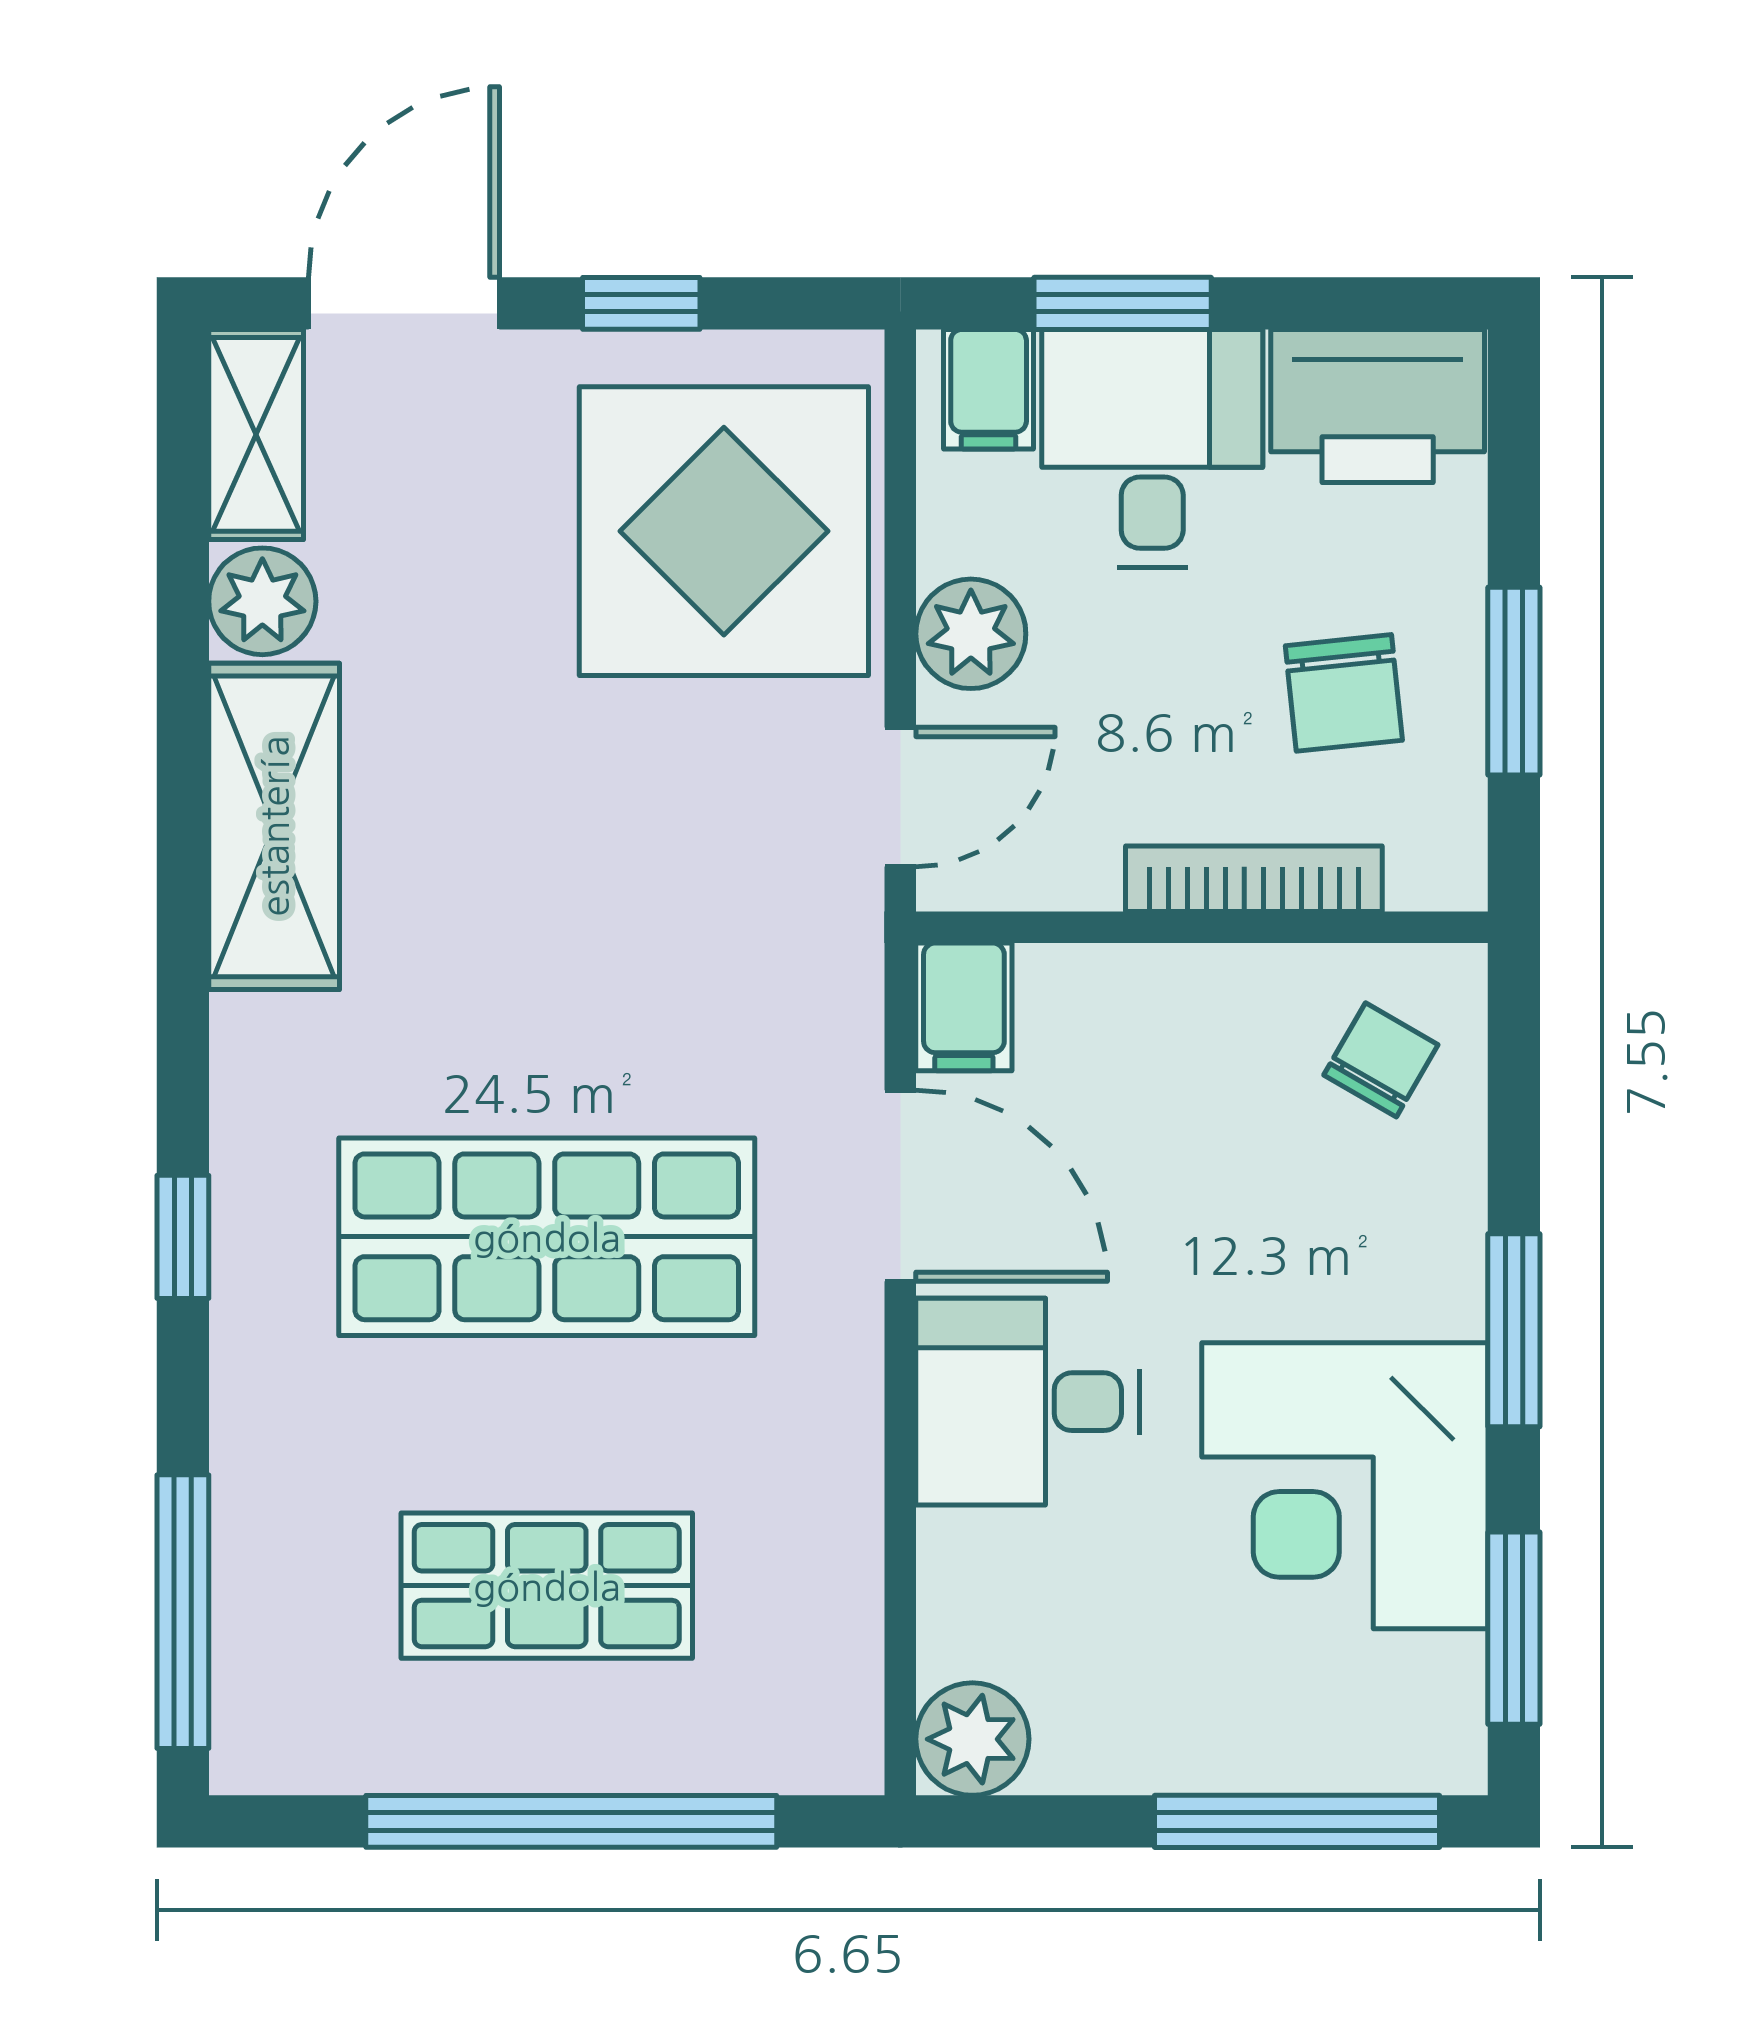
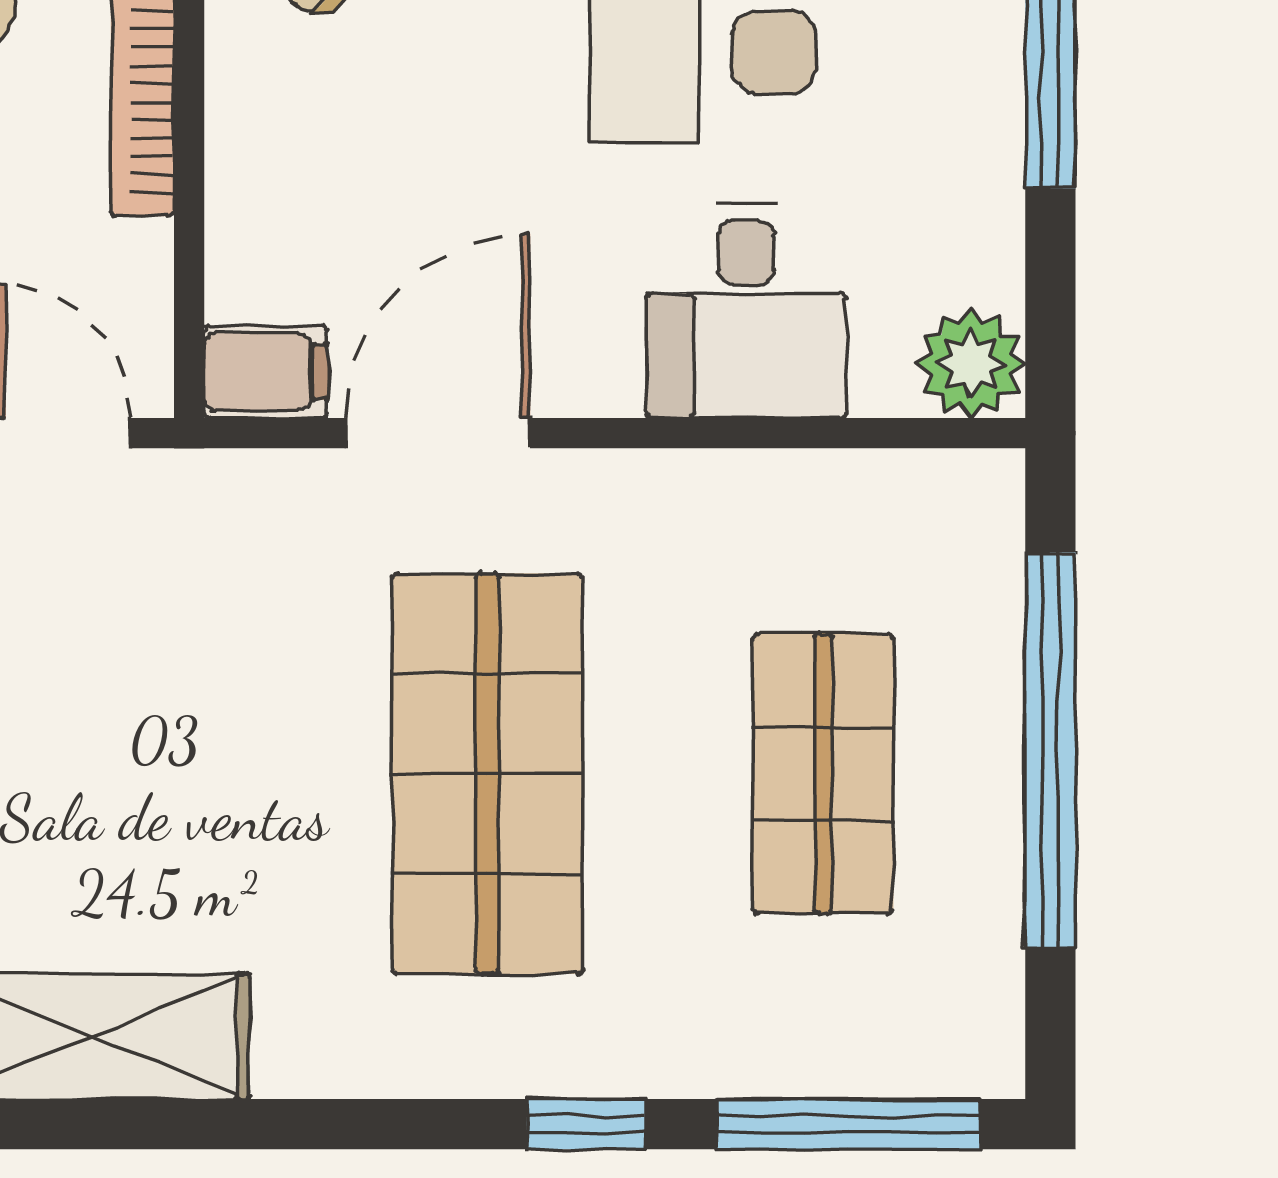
window: (183, 1237) -> (586, 1124), moved
desk: (1028, 1402) -> (746, 311), moved

